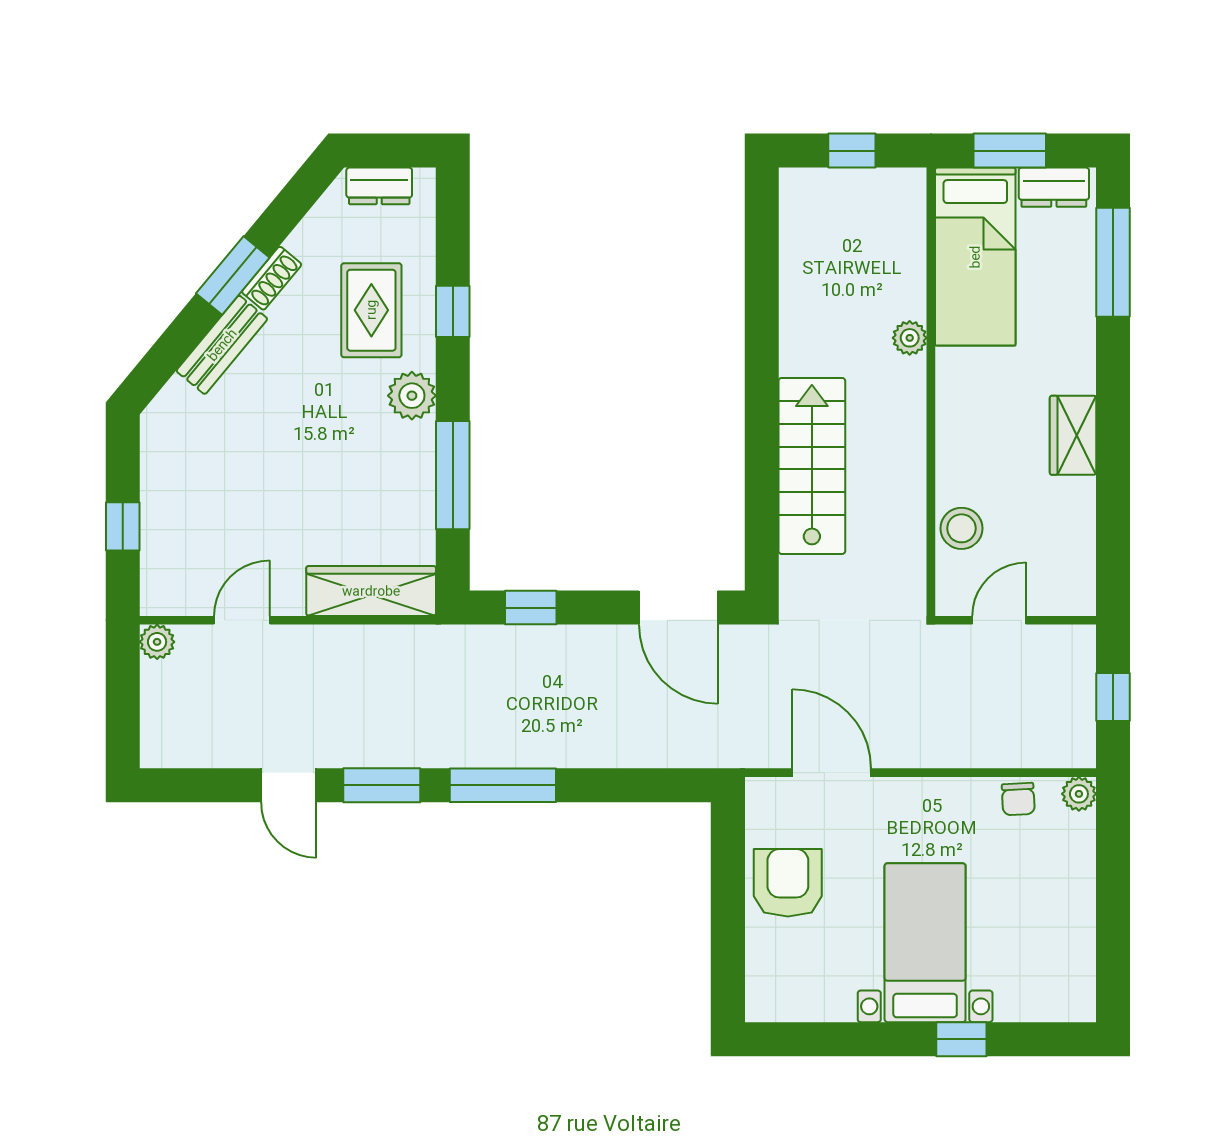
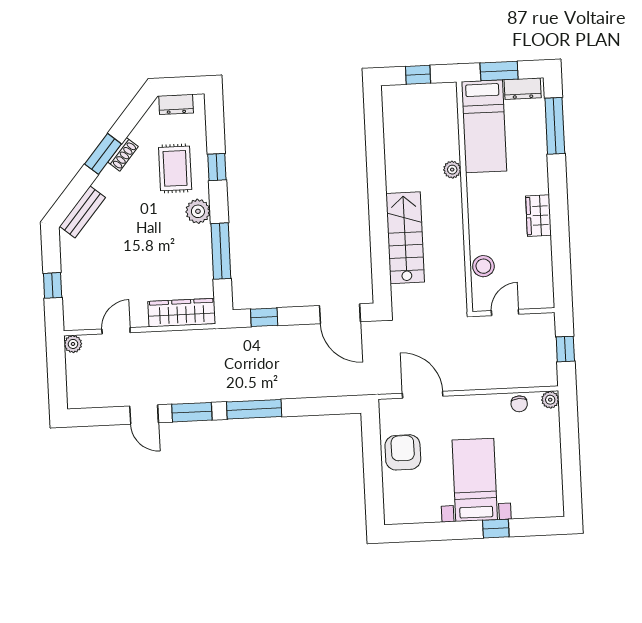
bench: (222, 345) -> (82, 212), moved

